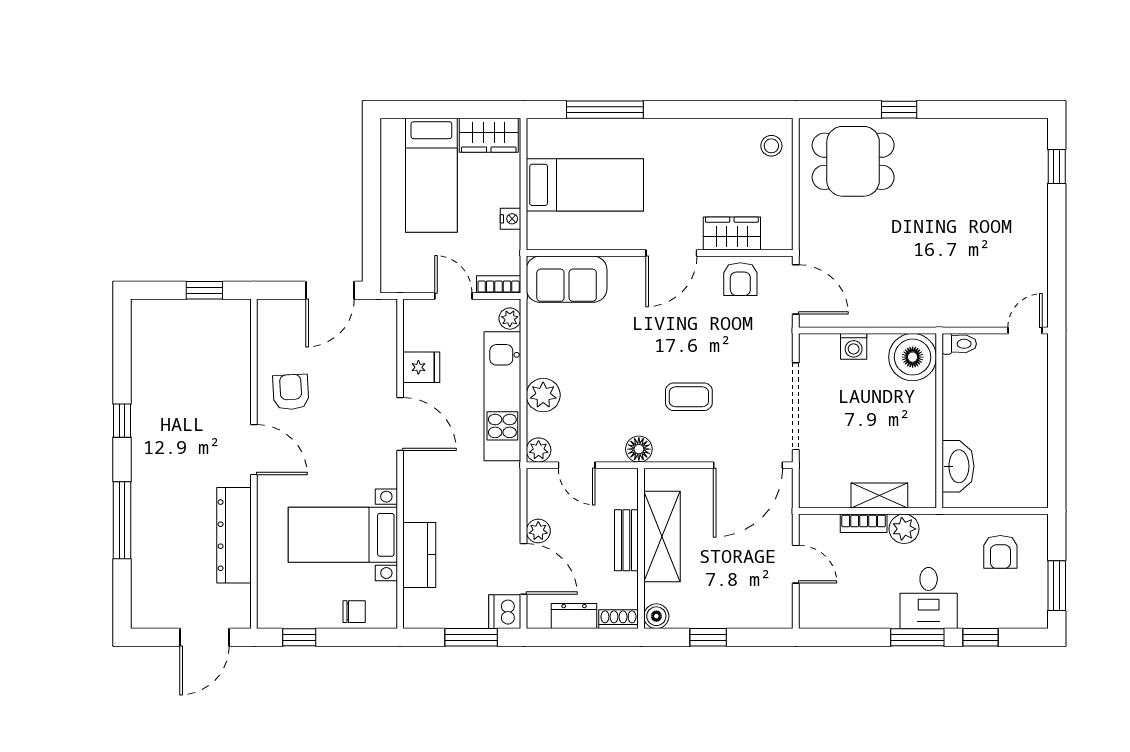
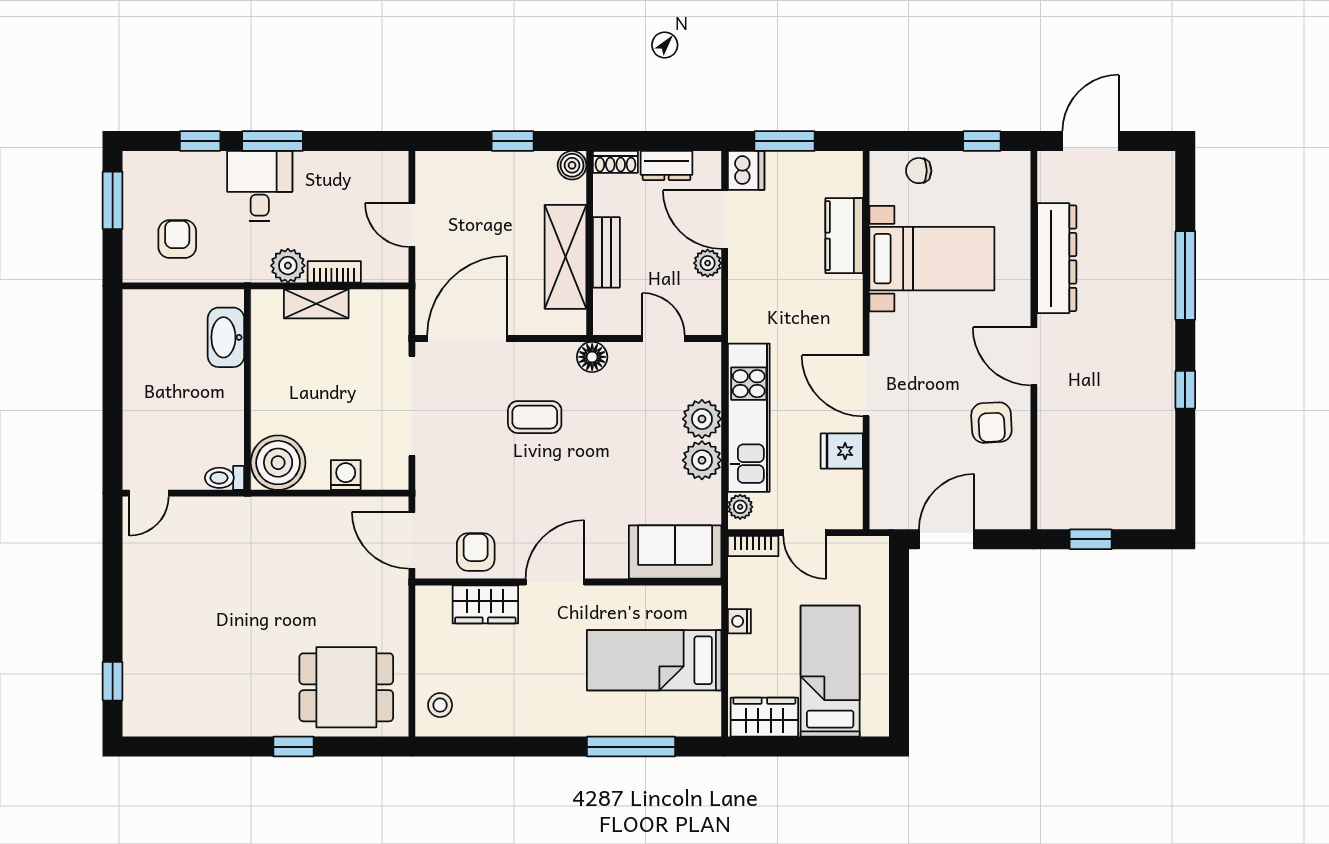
plant: (539, 450) -> (702, 460), moved, width x1.38, depth x1.38

